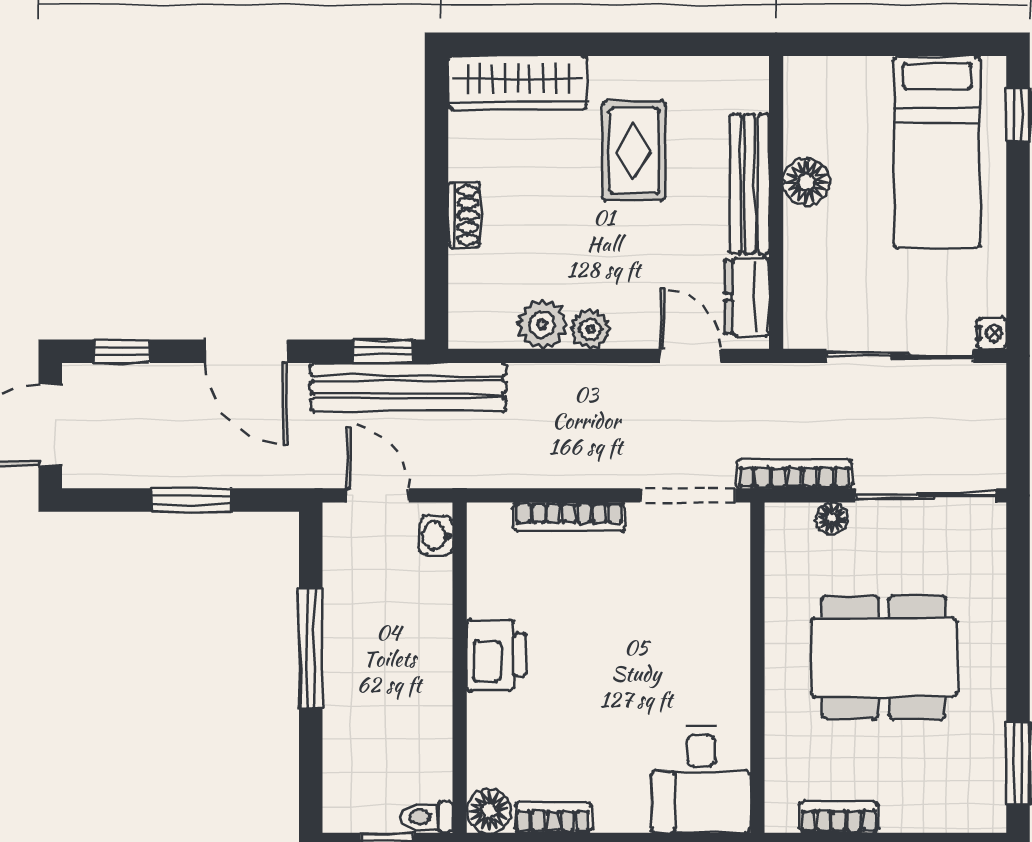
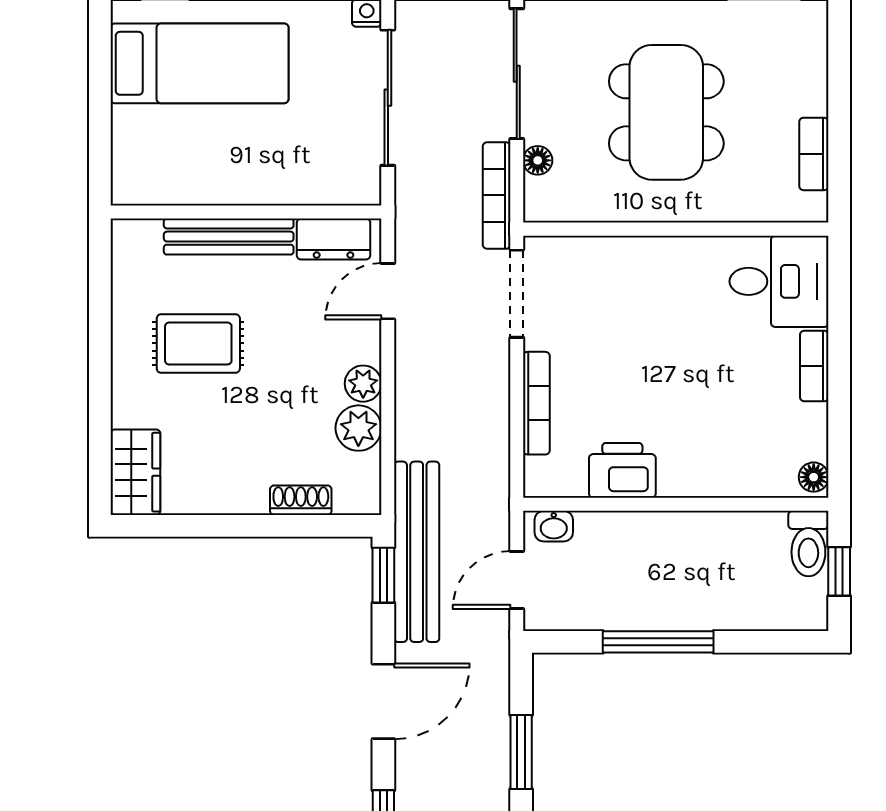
wardrobe: (518, 83) -> (135, 472), width x0.67
floor lamp: (806, 182) -> (227, 184), removed
shoe rack: (464, 215) -> (301, 500), moved
printer: (496, 655) -> (622, 470), moved
floor lamp: (489, 811) -> (814, 477), width x0.73, depth x0.73
toilet: (427, 817) -> (808, 544), width x1.37, depth x1.39
bookcase: (553, 817) -> (814, 366), moved

